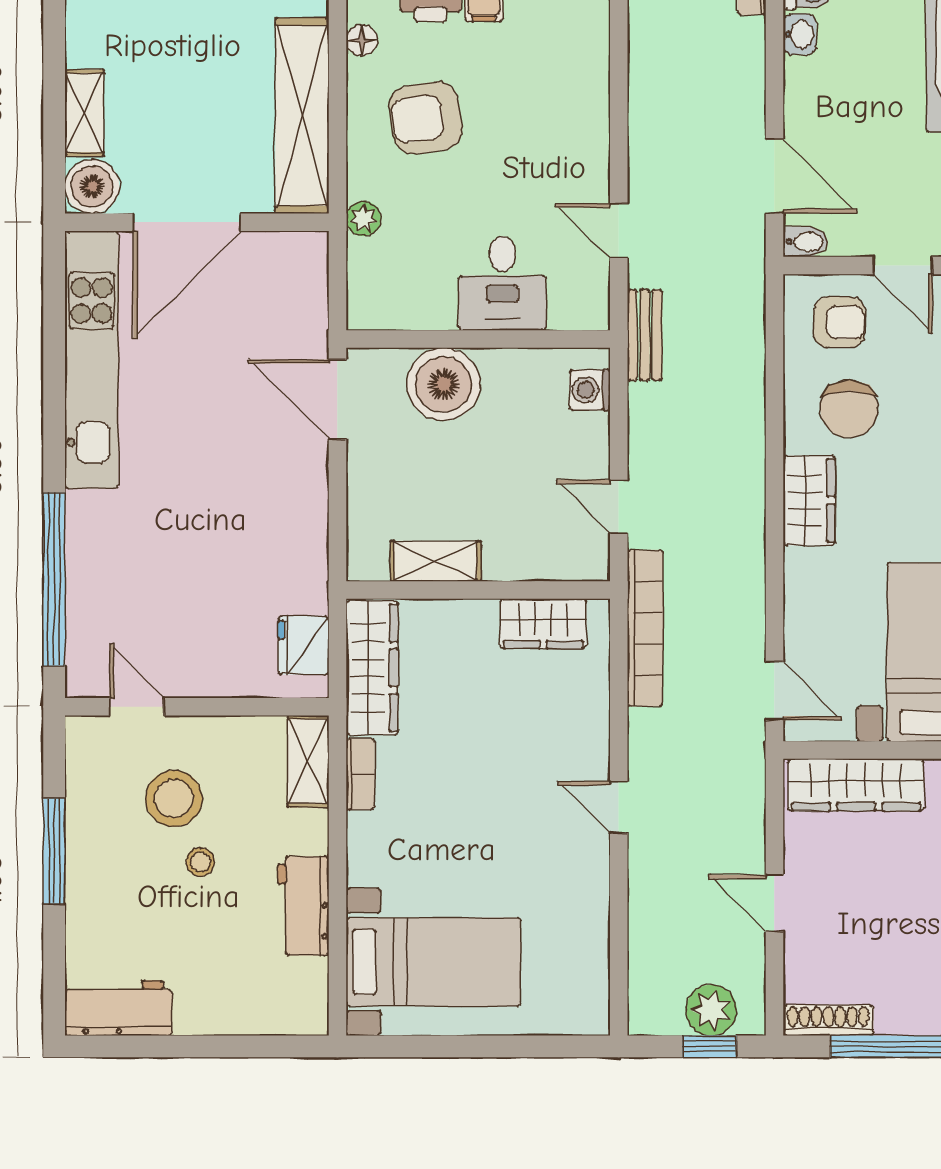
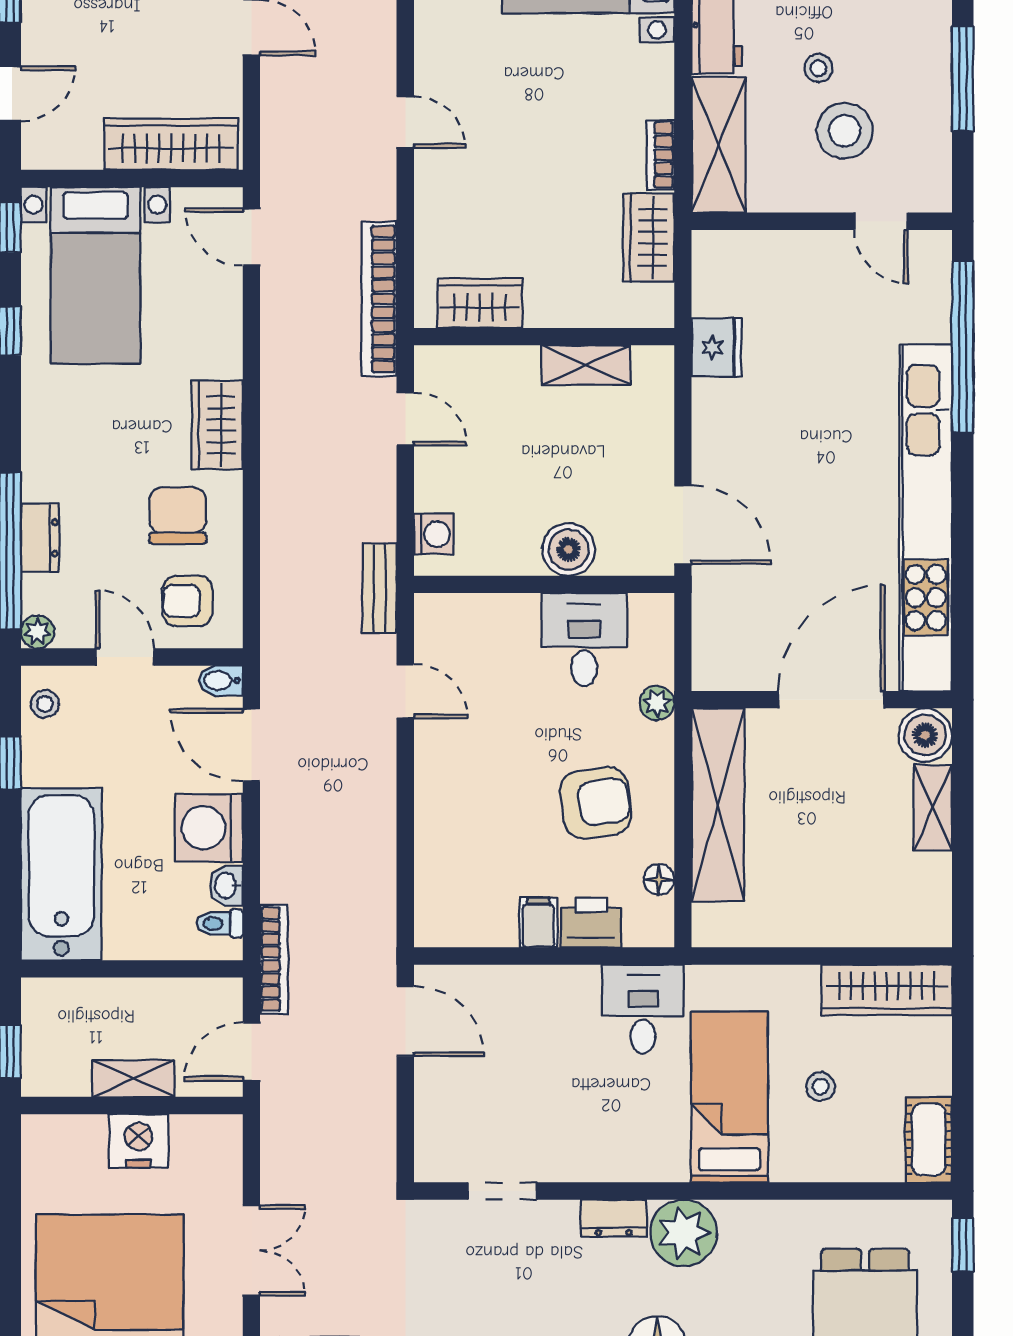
washing machine: (818, 93) -> (209, 828), added
desk: (502, 283) -> (584, 639), moved
kitchen unit: (92, 360) -> (926, 518), width x1.36
boiler: (443, 384) -> (569, 549), width x0.73, depth x0.73
fridge: (303, 645) -> (716, 347), moved
wardrobe: (372, 668) -> (649, 238), width x0.67
shelving: (308, 761) -> (719, 145), width x1.50, depth x1.33

